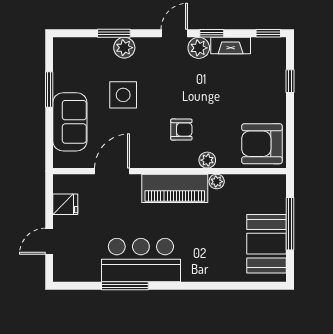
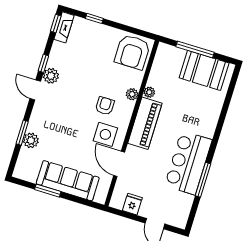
fireplace: (231, 46) -> (64, 27), moved
plant: (124, 48) -> (31, 140), moved
side table: (123, 95) -> (105, 134), moved
sofa: (70, 122) -> (68, 181), width x1.36

